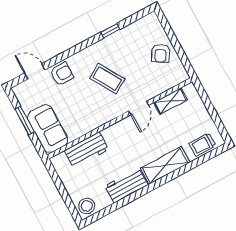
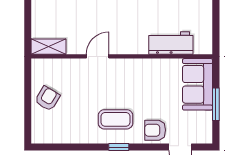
window: (110, 31) -> (119, 147), moved
coffee table: (107, 79) -> (115, 119), moved, turned -59
shelving: (170, 101) -> (49, 47), moved

